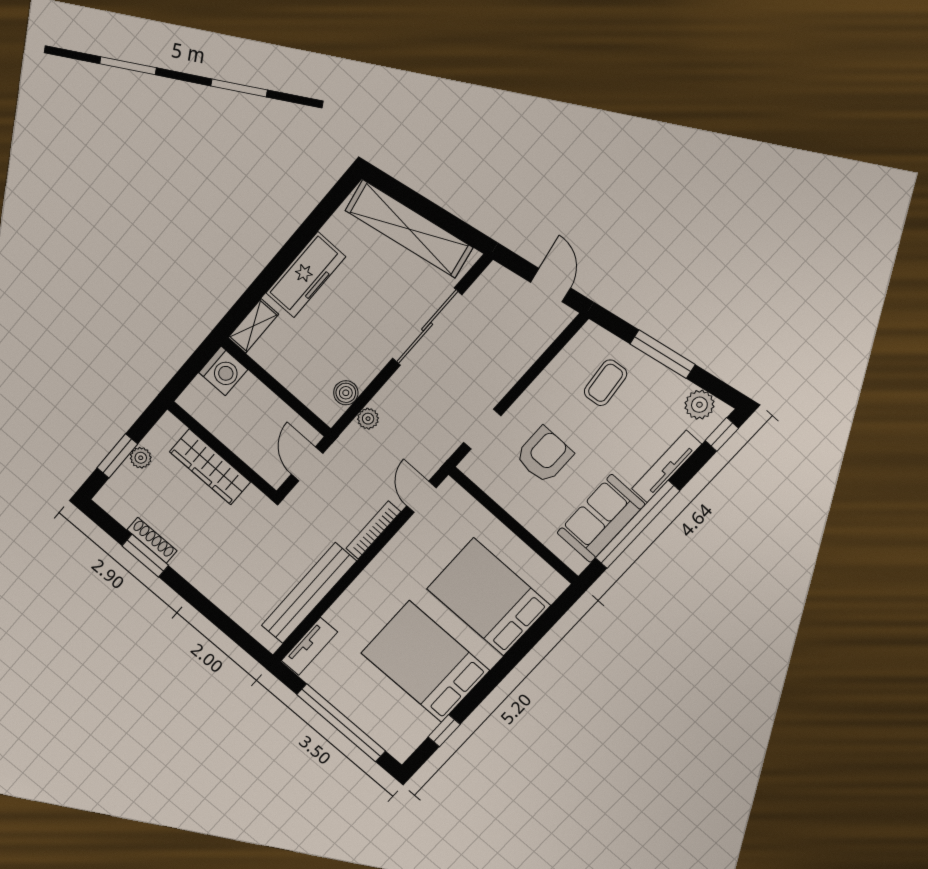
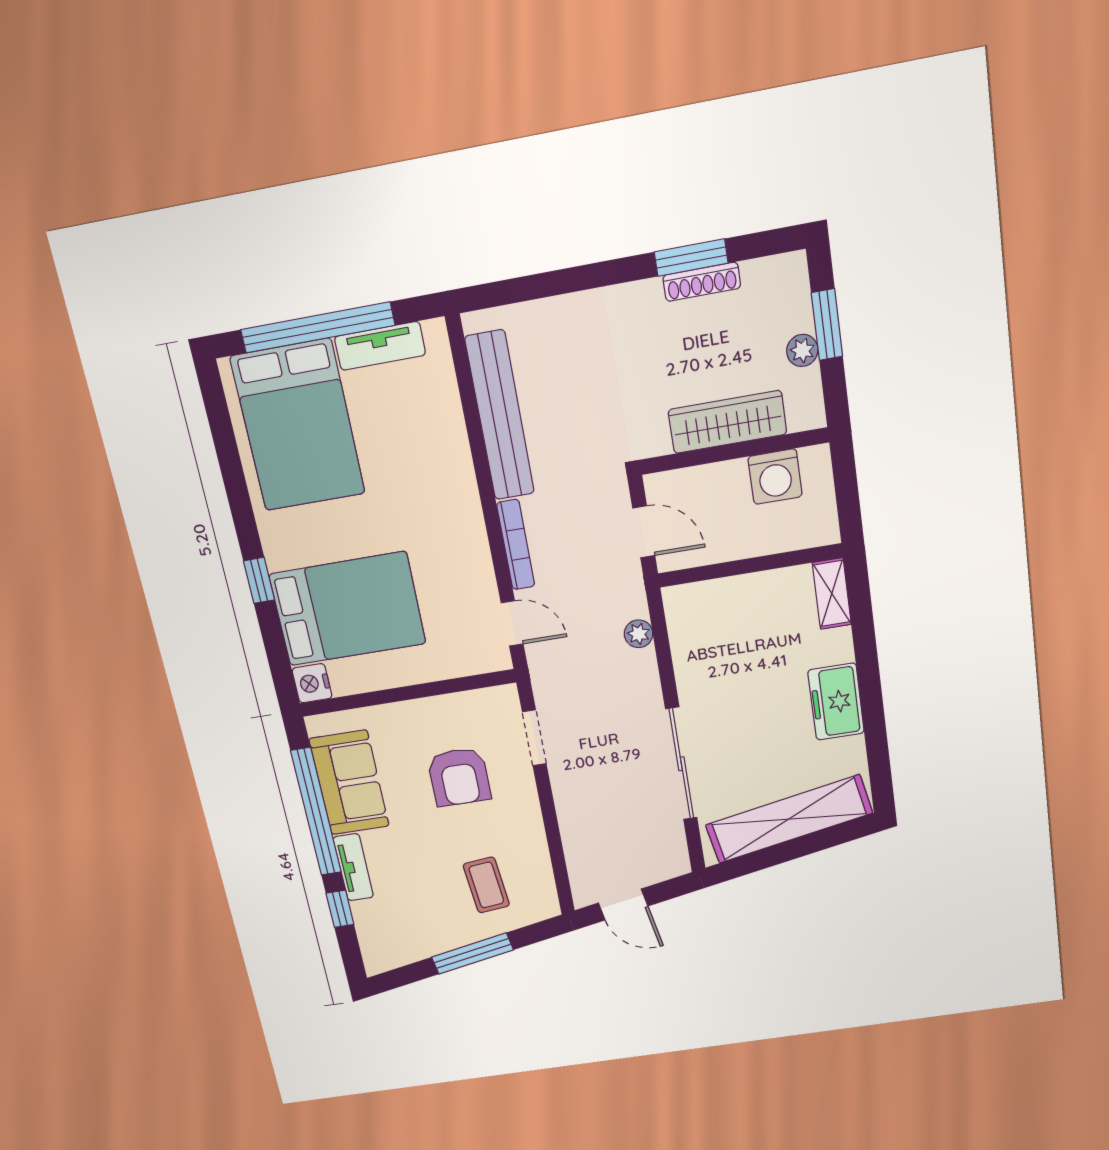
freezer: (306, 275) -> (836, 702), width x0.71
washing machine: (223, 371) -> (775, 477), moved, turned -90
boiler: (346, 393) -> (684, 633), removed
plant: (699, 405) -> (396, 951), removed
window: (722, 434) -> (340, 909), moved
tv unit: (667, 466) -> (353, 867), width x0.71
nightstand: (552, 586) -> (312, 683), added
tv unit: (309, 646) -> (380, 346), moved, turned -90
bed: (425, 662) -> (298, 426), moved, turned 90
window: (444, 731) -> (259, 580), moved

